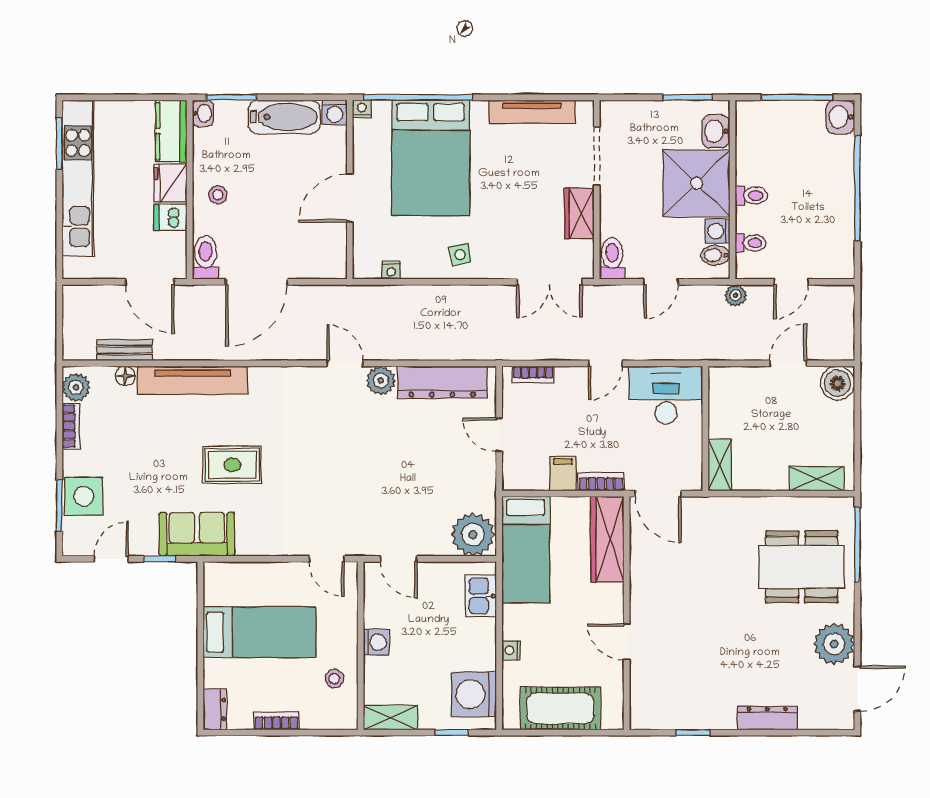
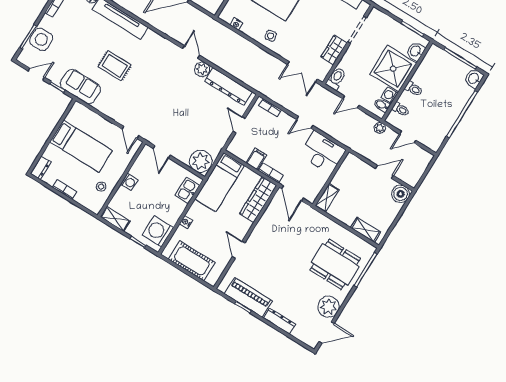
piano: (691, 711) -> (248, 297), added

